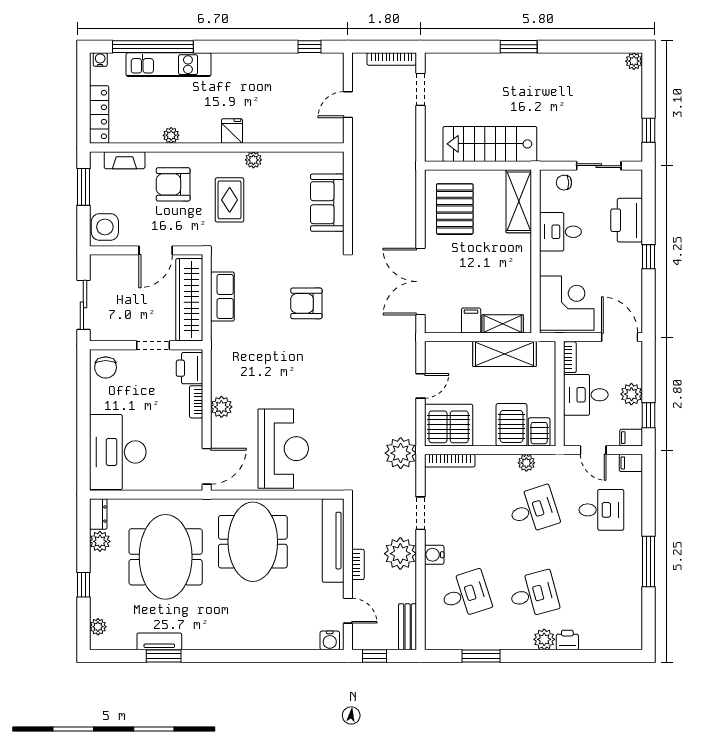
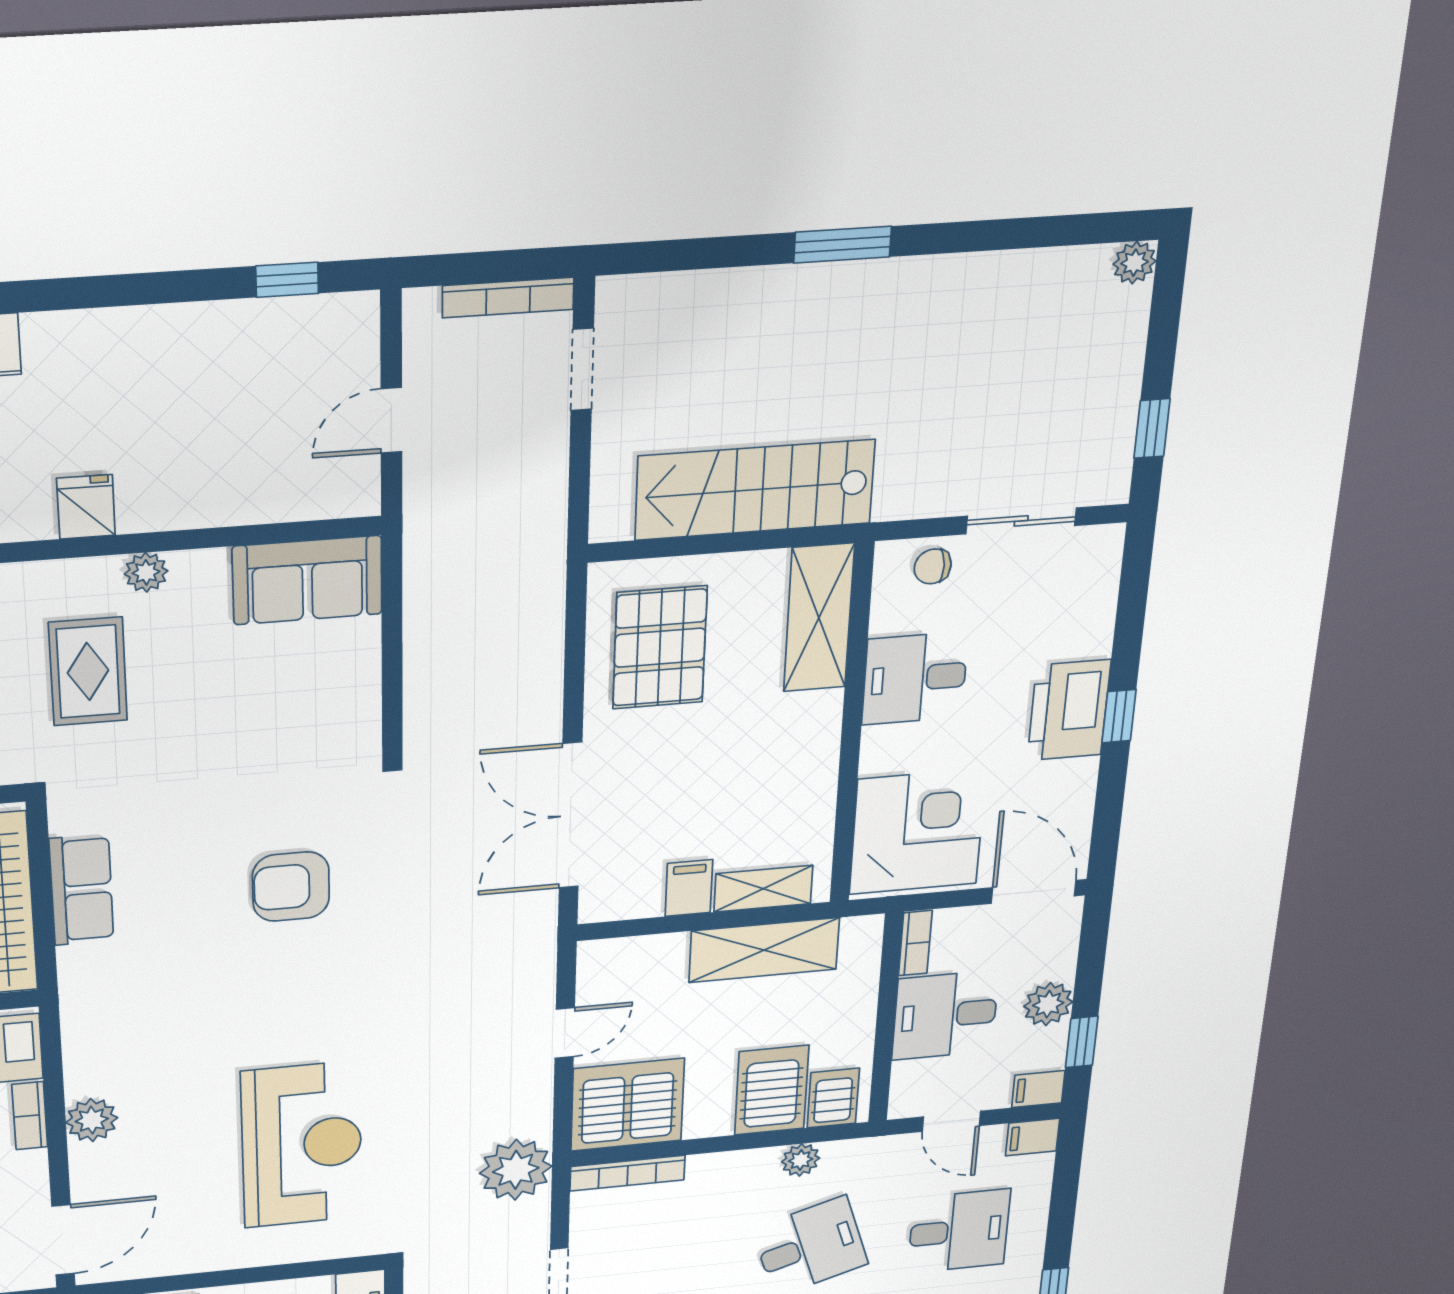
sofa: (327, 203) -> (307, 580), moved, turned -90
printer: (627, 220) -> (1069, 710), moved
reception desk: (283, 449) -> (302, 1145), moved

